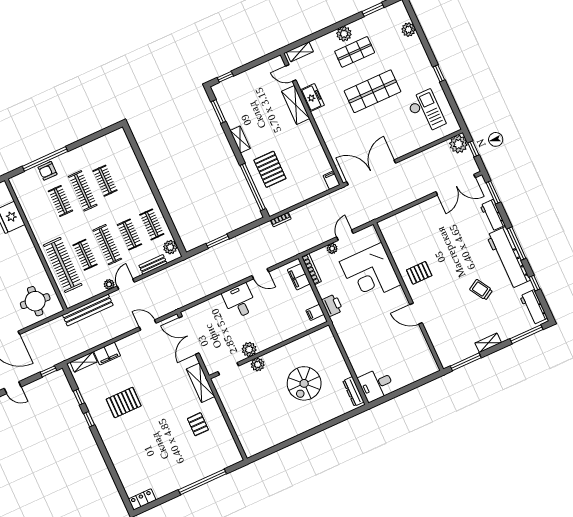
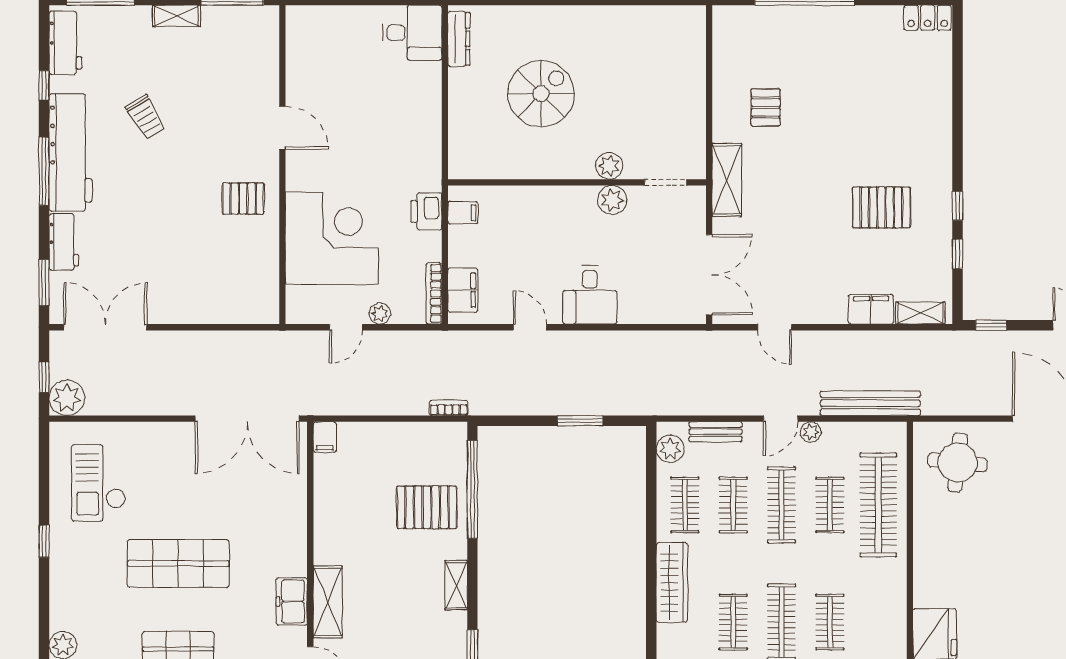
pallet: (270, 169) -> (427, 507), turned 90
wardrobe: (142, 186) -> (672, 582), added

